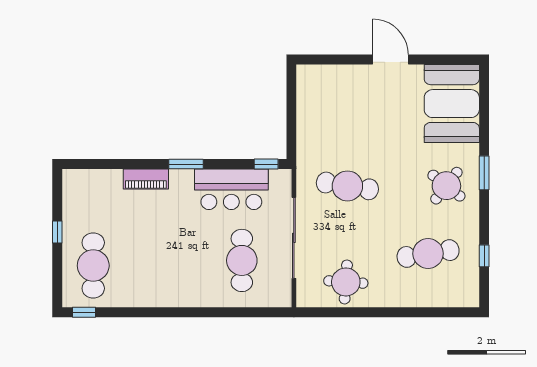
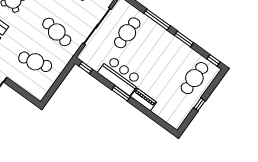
cafe table: (347, 118) -> (35, 62), added
bar counter: (231, 189) -> (120, 75), moved
window: (151, 312) -> (184, 39), added
window: (212, 312) -> (157, 20), added

